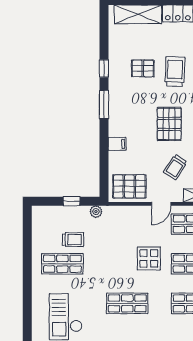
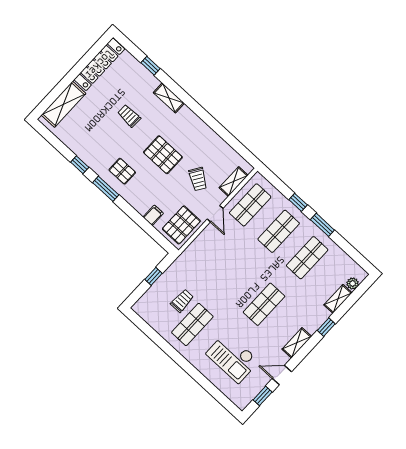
pallet: (143, 68) -> (122, 171), moved, turned 90
trolley: (175, 72) -> (129, 116), width x0.73, depth x0.72
filing cabinet: (117, 144) -> (153, 215), moved
plant: (96, 212) -> (177, 266), removed
display table: (149, 258) -> (246, 259), removed

